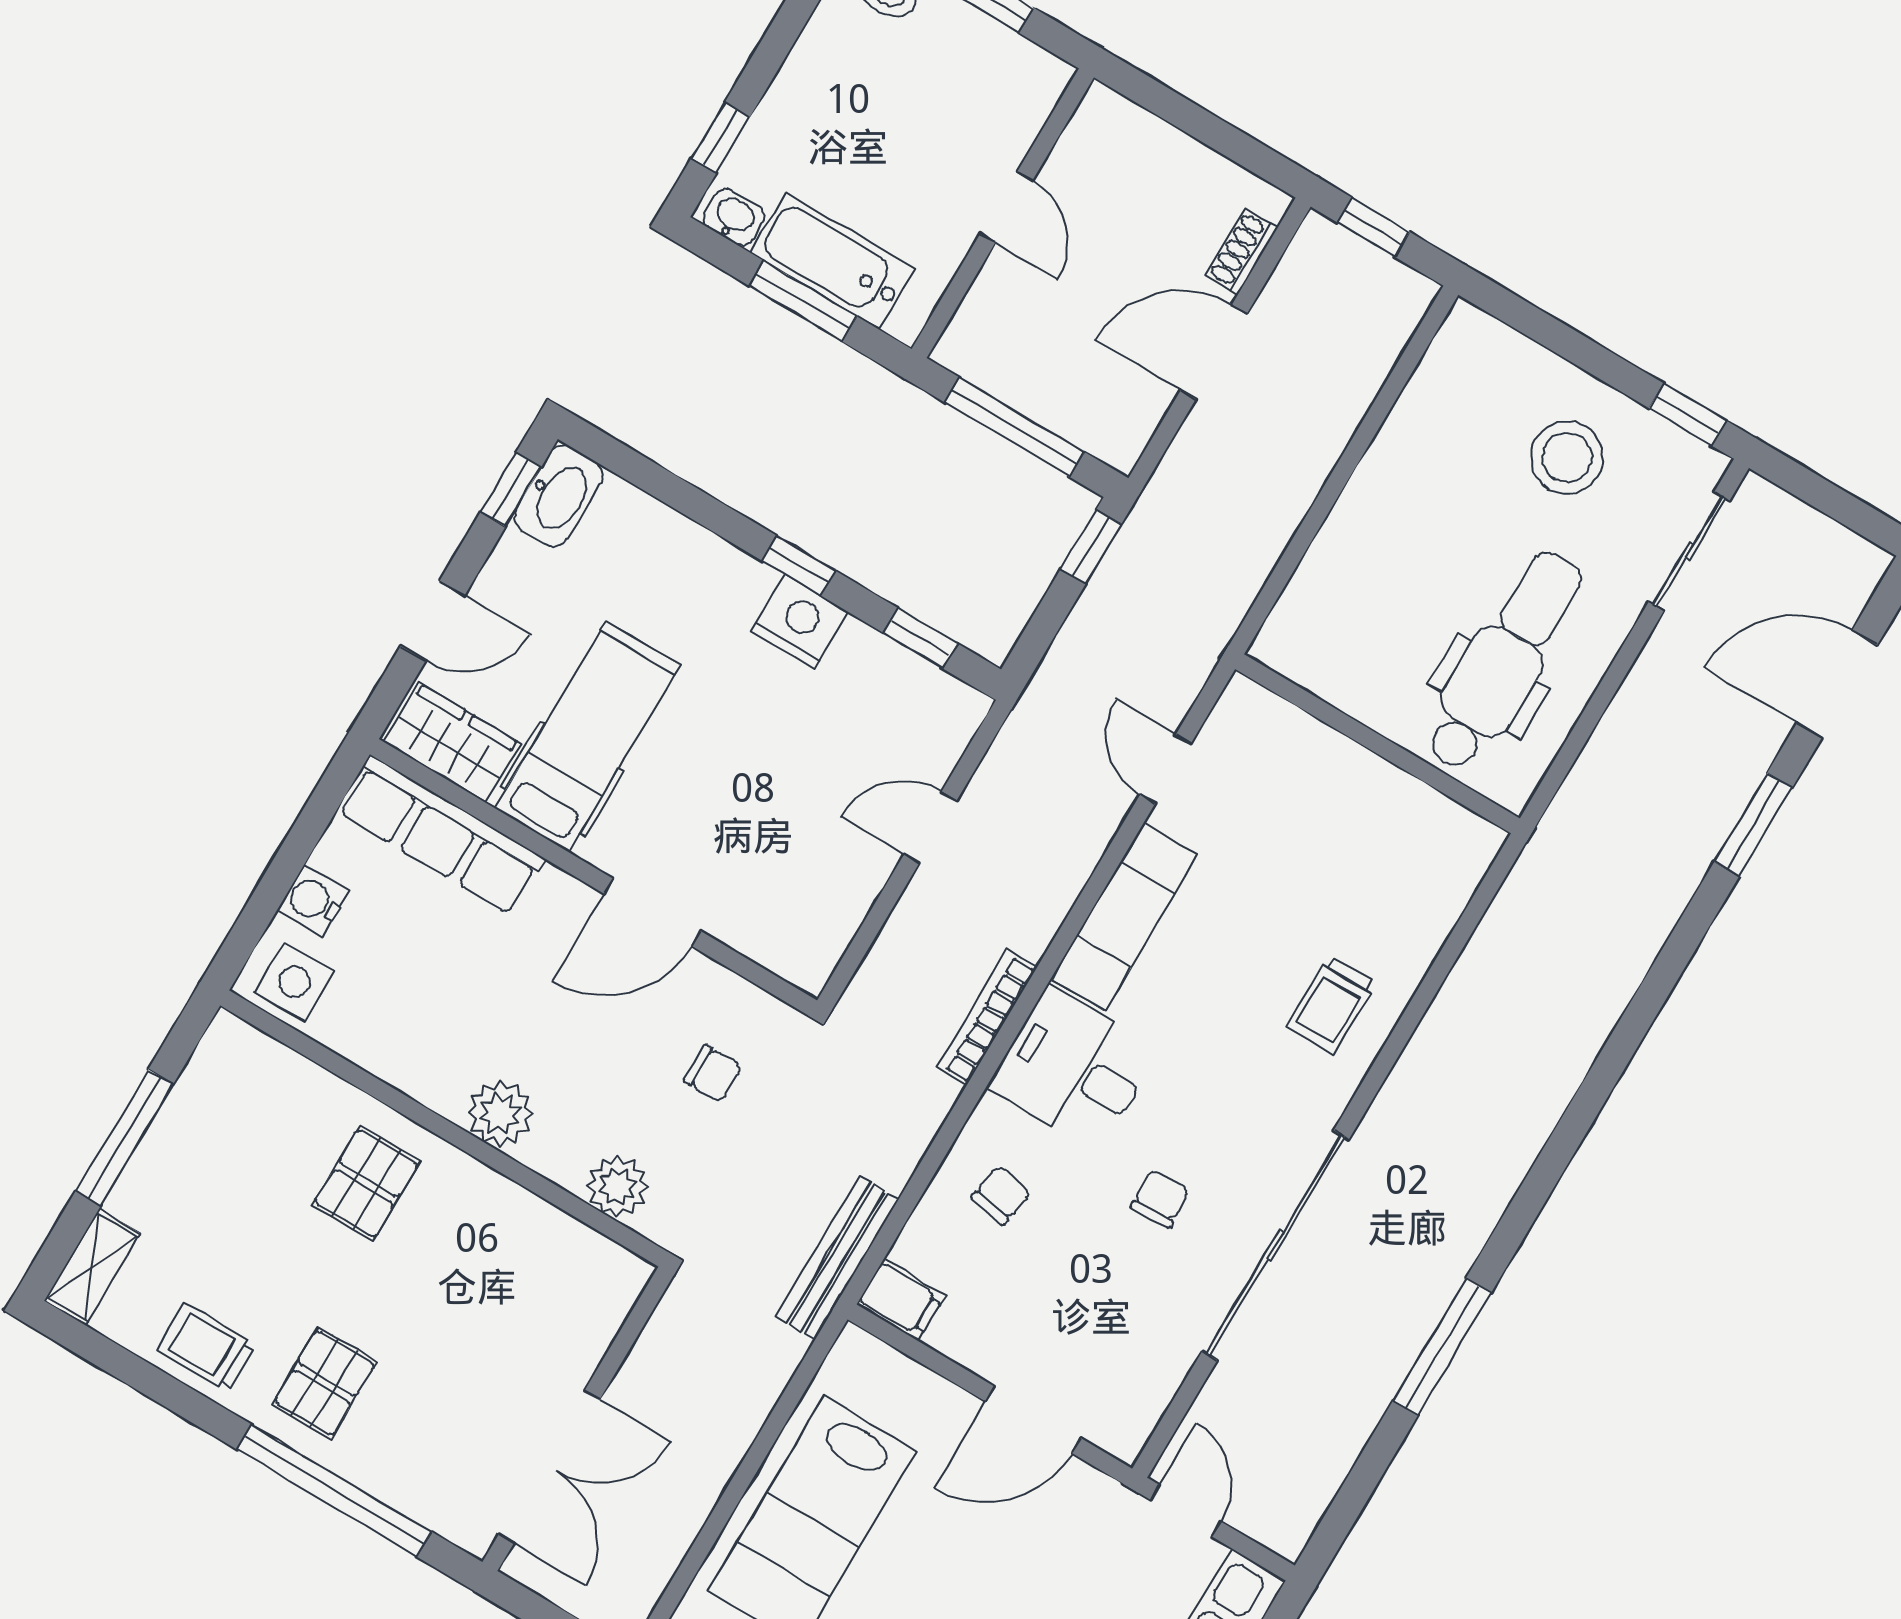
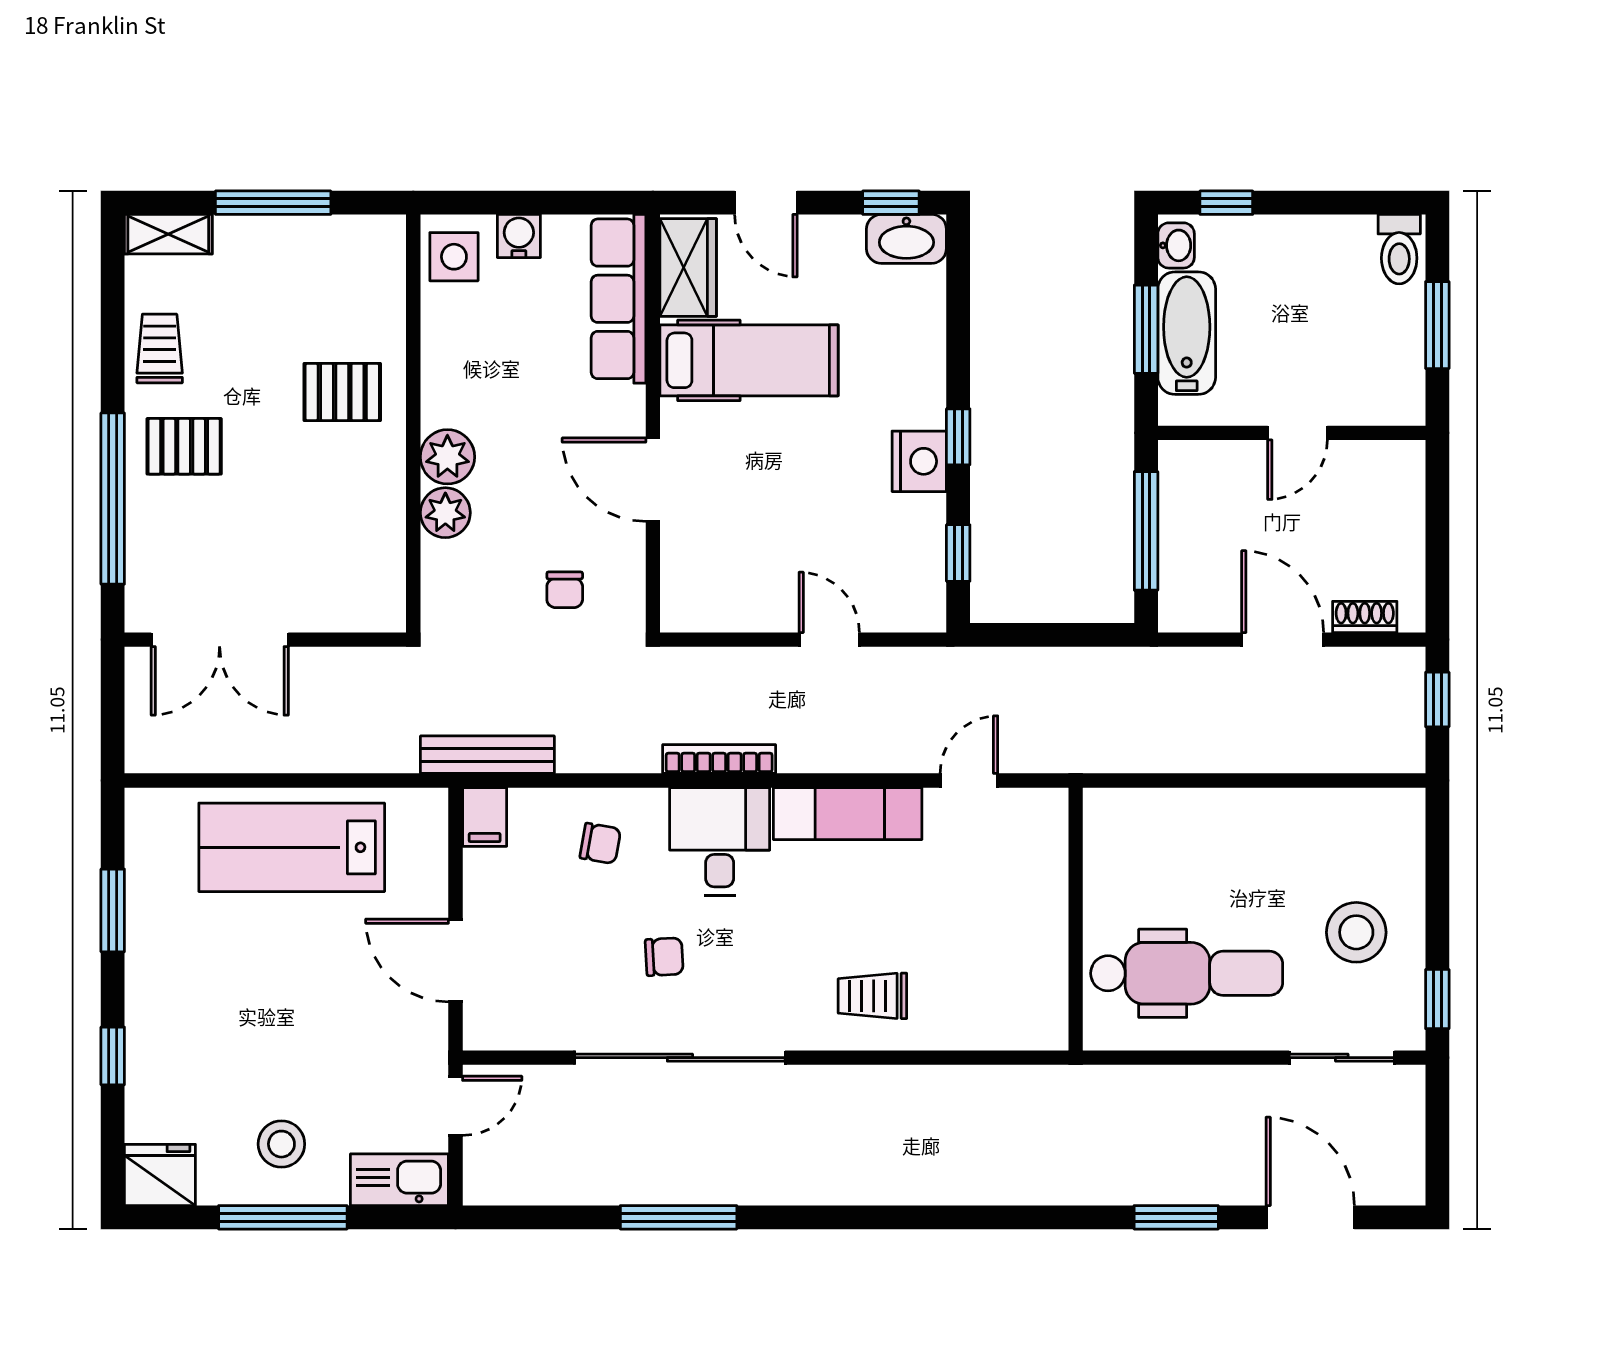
window: (1091, 547) -> (1094, 635), removed
plant: (617, 1186) -> (445, 513), moved

